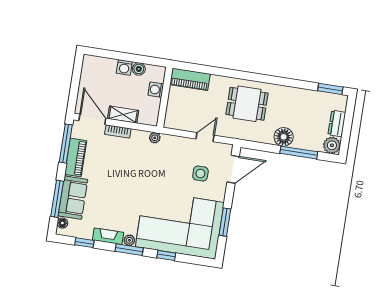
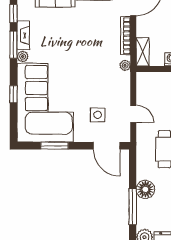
shelving: (123, 115) -> (143, 52), moved
bookcase: (118, 131) -> (126, 36), width x1.56
window: (129, 250) -> (13, 45), moved

